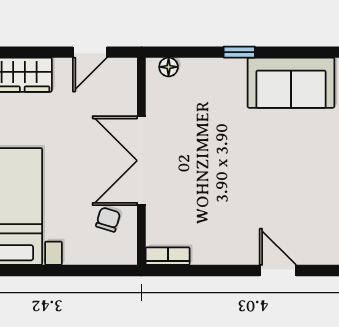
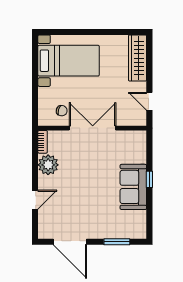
floor lamp: (169, 67) -> (142, 142), removed
sofa: (291, 83) -> (133, 187), moved
plant: (211, 245) -> (48, 165), added

